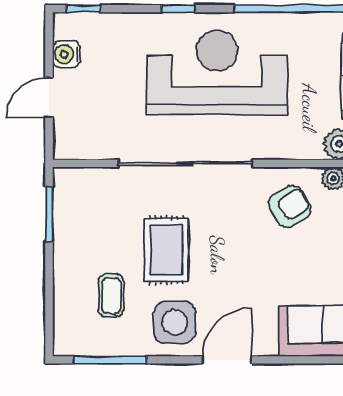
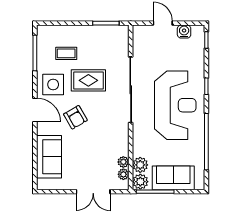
armchair: (290, 207) -> (75, 117), moved

